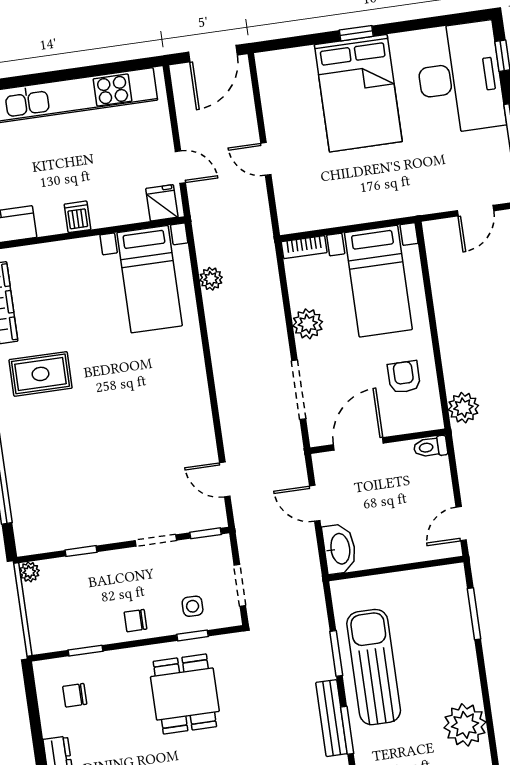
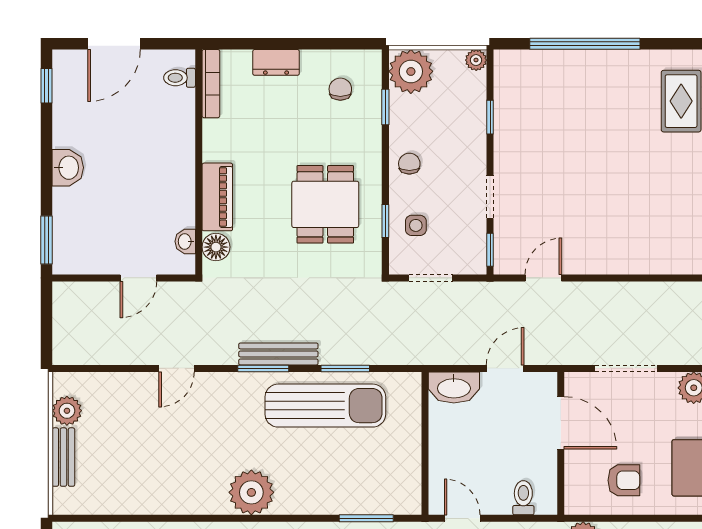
toilet: (431, 447) -> (523, 498), moved
plant: (49, 631) -> (411, 71), added
dining table: (185, 694) -> (325, 204), turned 90

